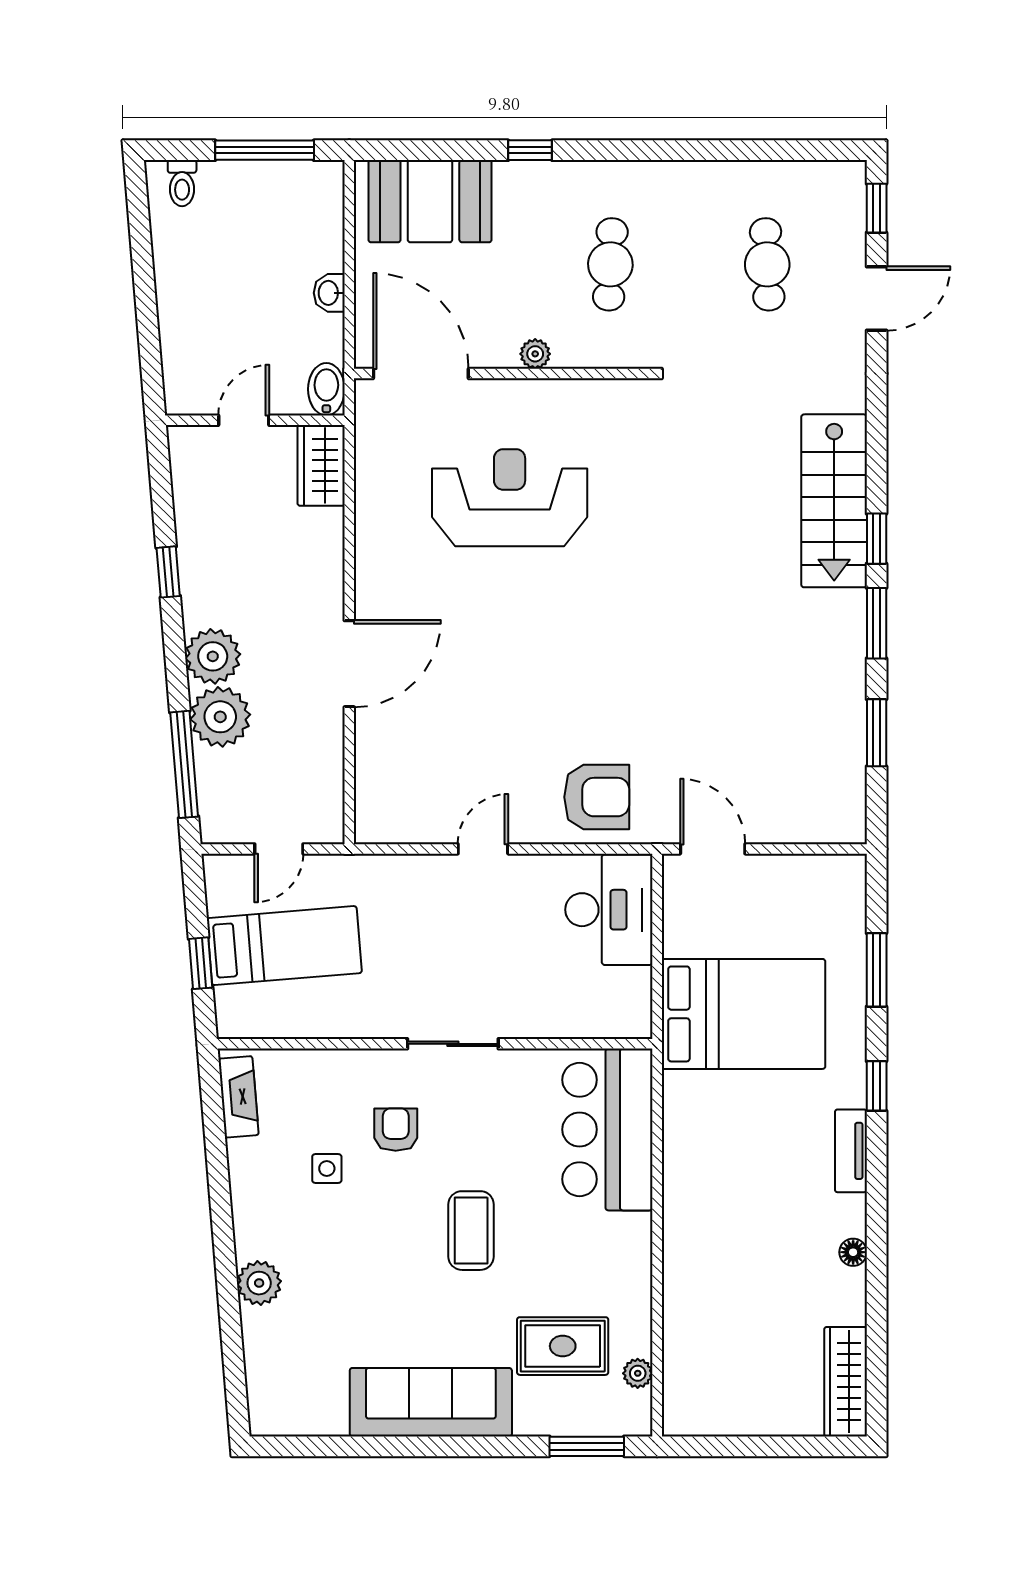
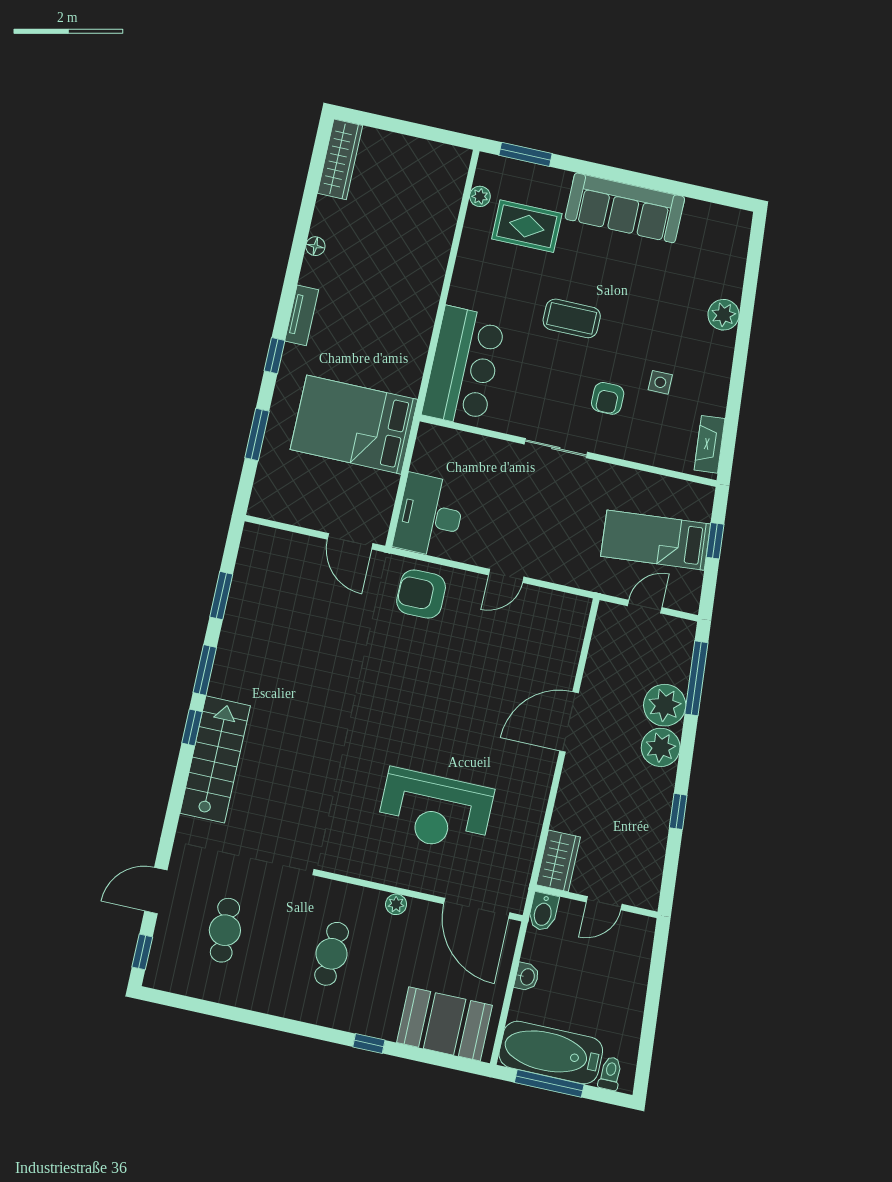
bathtub: (272, 194) -> (551, 1052), added
coffee table: (471, 1231) -> (572, 318), turned 90

